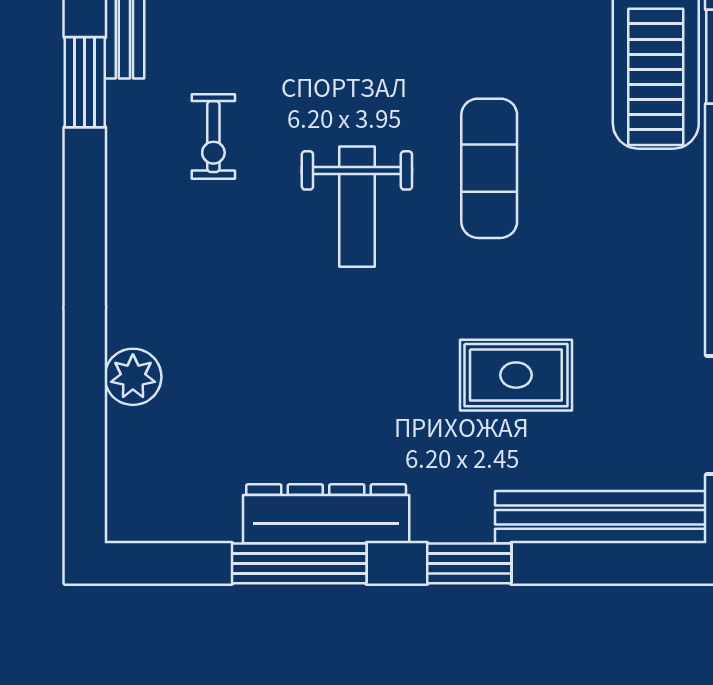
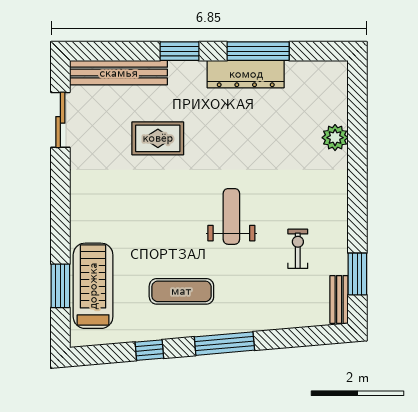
exercise mat: (489, 168) -> (181, 291), moved, turned 90

